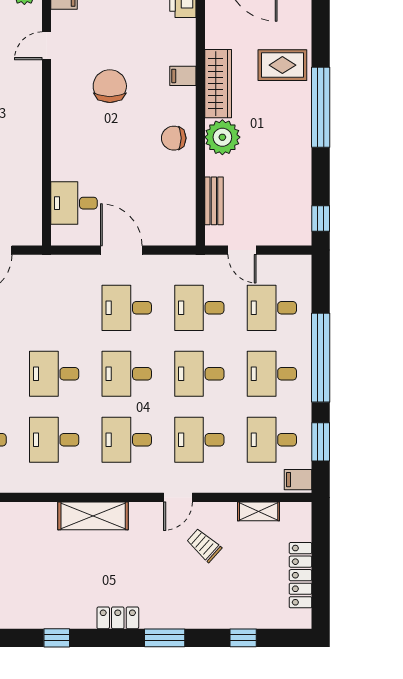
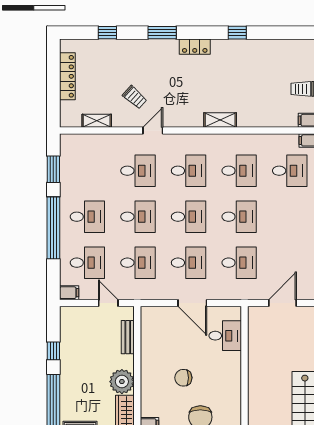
chair: (174, 138) -> (183, 378), moved, turned 180
window: (321, 219) -> (53, 351), moved
desk: (272, 440) -> (239, 263), moved
filing cabinet: (298, 480) -> (69, 293), moved
shelving: (93, 516) -> (220, 120), width x0.67, depth x0.75

